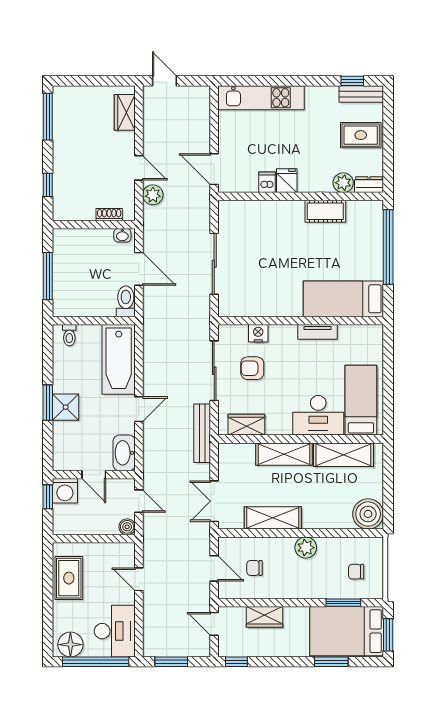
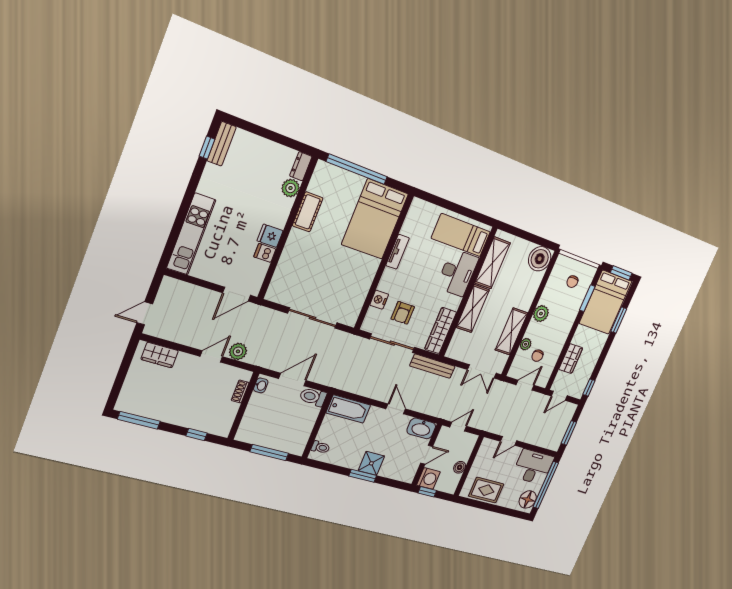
rug: (361, 135) -> (257, 158), removed
bed: (343, 299) -> (375, 219), width x1.50
bathtub: (119, 359) -> (348, 409), width x0.73, depth x0.73
wardrobe: (246, 425) -> (441, 331), width x1.50
boiler: (127, 527) -> (460, 467), moved
plant: (263, 545) -> (526, 344), added

